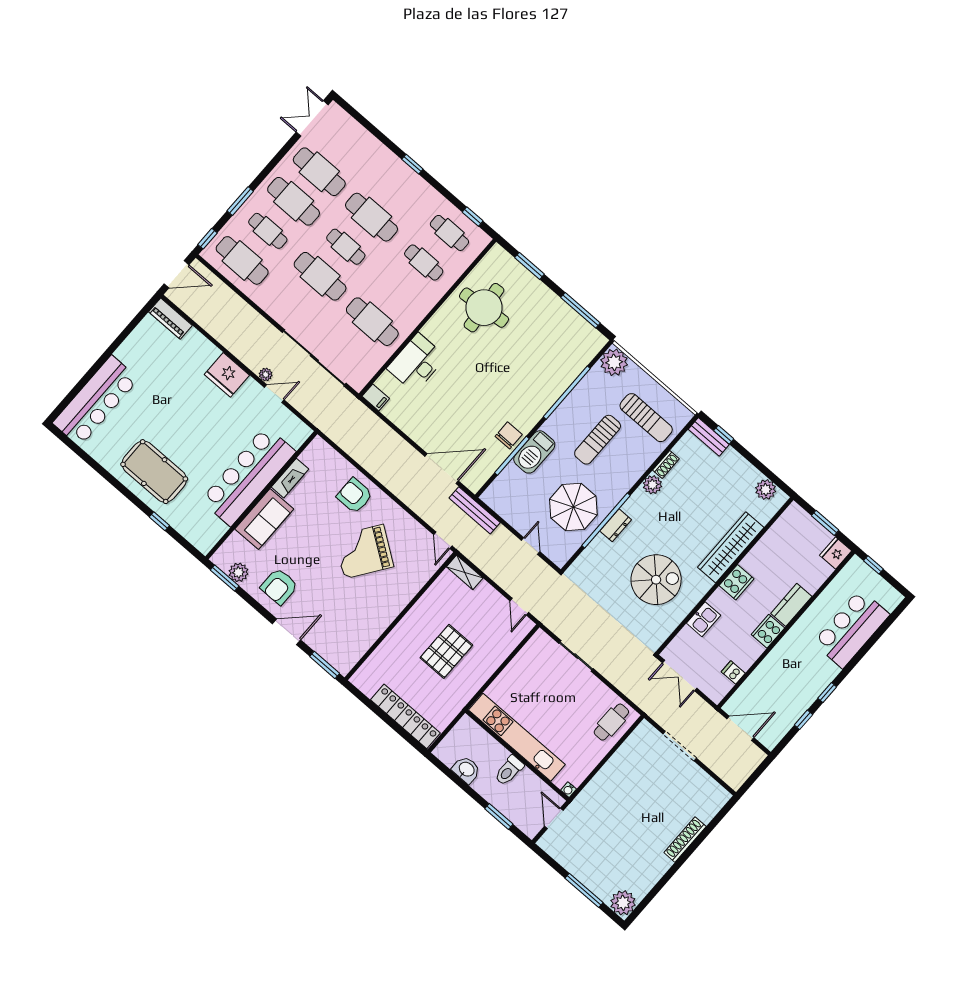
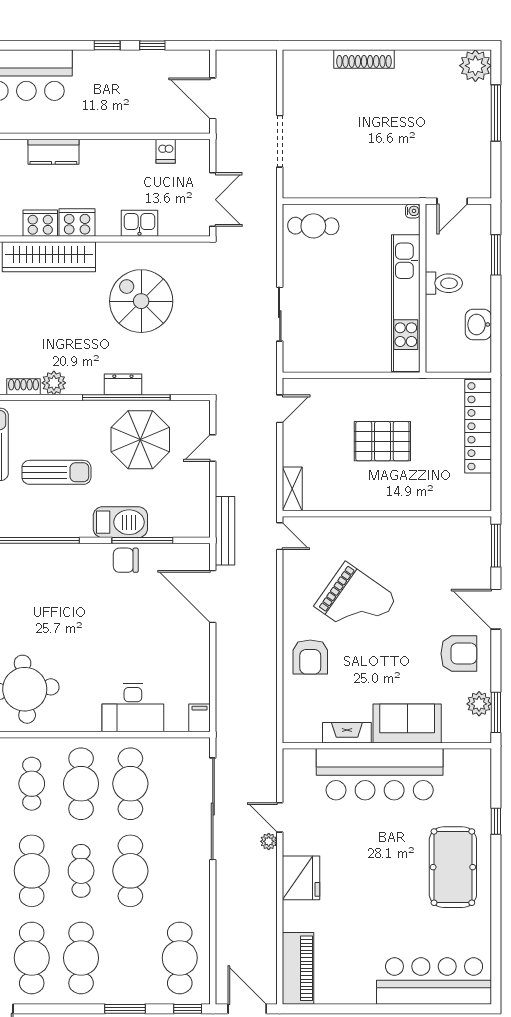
cafe table: (268, 231) -> (81, 784), moved, width x1.37, depth x1.35
piano: (170, 319) -> (298, 968), width x1.37, depth x1.33
door: (443, 540) -> (280, 536), hinge flipped
cooker: (768, 631) -> (40, 223), moved, turned 180

